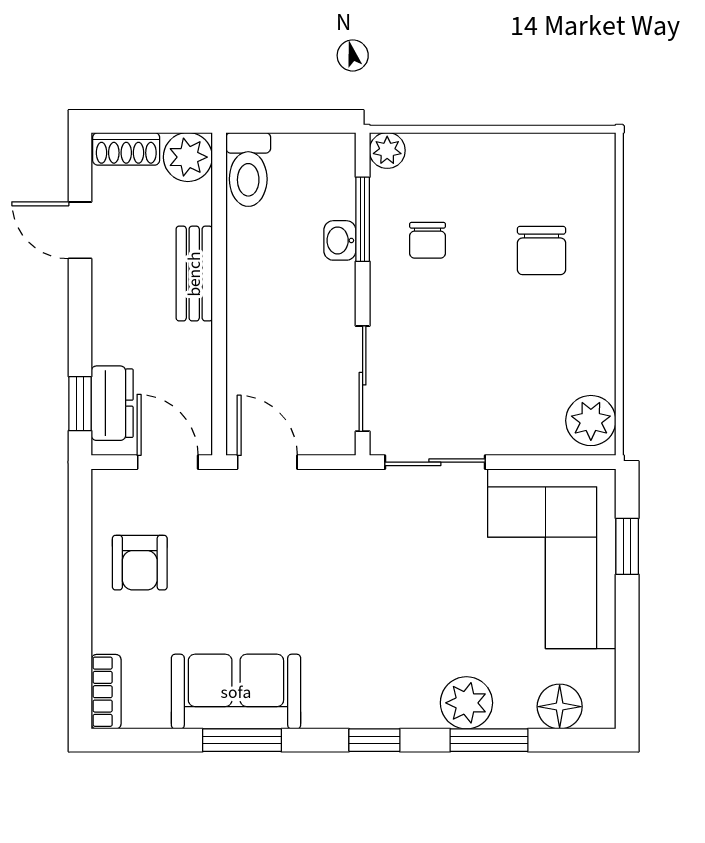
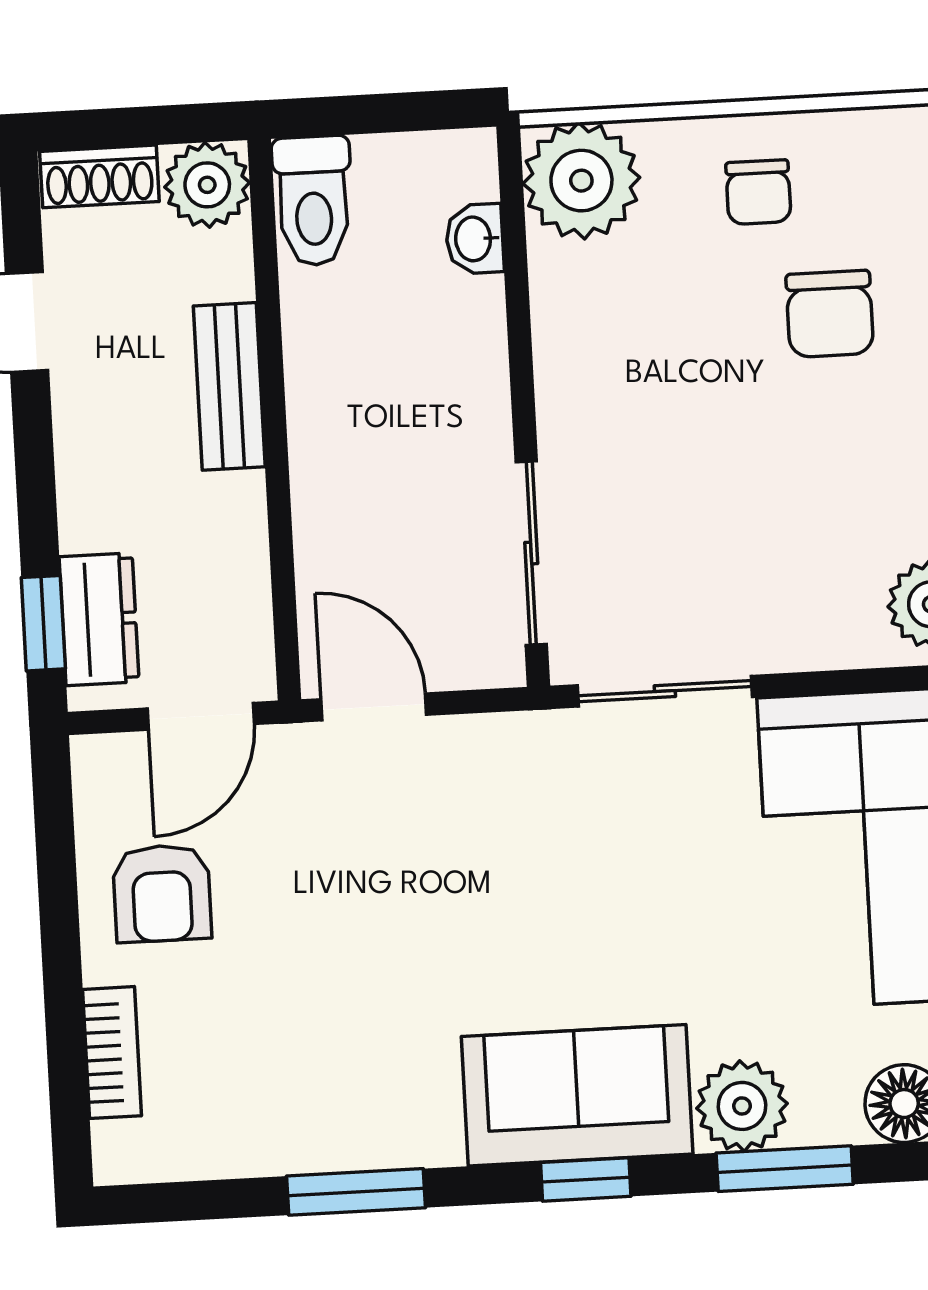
plant: (387, 150) -> (581, 181), width x1.88, depth x1.88
window: (363, 219) -> (516, 276), removed
washbasin: (340, 240) -> (475, 239), moved
chair: (427, 240) -> (758, 192), moved
door: (168, 462) -> (201, 716), swing flipped
bookcase: (106, 692) -> (112, 1053), moved
sofa: (236, 692) -> (577, 1095), moved

